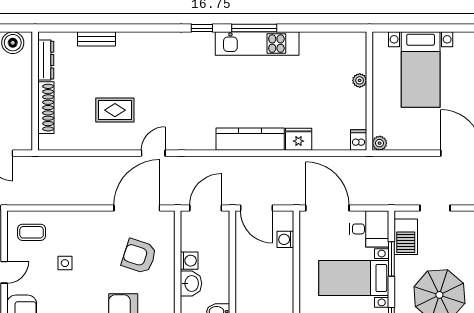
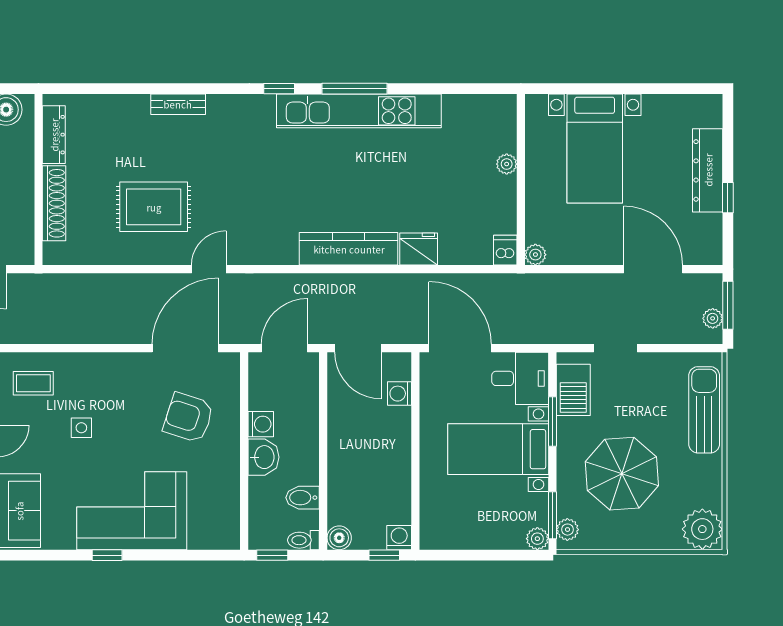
bench: (97, 39) -> (178, 104), moved
kitchen unit: (257, 44) -> (359, 111), width x1.36
rug: (115, 110) -> (154, 207), width x1.36, depth x1.43

